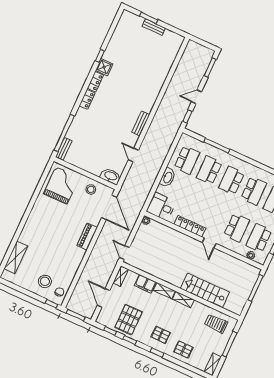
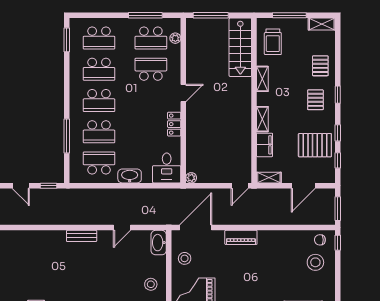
stool: (83, 157) -> (151, 284), added
school desk: (254, 191) -> (99, 69), turned 180
locker: (190, 226) -> (174, 124), width x0.66
stairs: (205, 290) -> (240, 47), moved
shelving: (183, 299) -> (262, 79), moved

